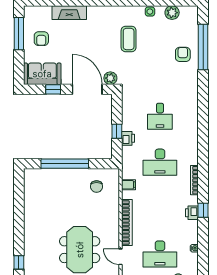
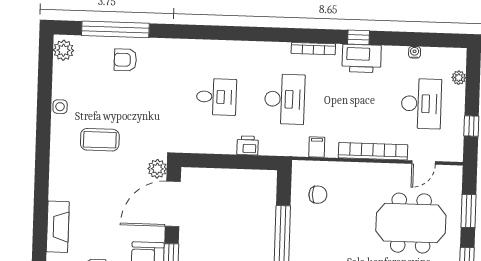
plant: (172, 13) -> (64, 50), moved
window: (117, 131) -> (237, 162), removed
printer: (192, 213) -> (362, 58), width x1.87, depth x1.48

